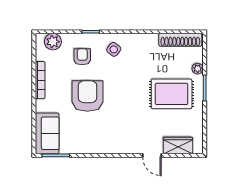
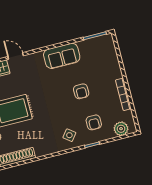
armchair: (87, 96) -> (81, 91), width x0.53, depth x0.53
sofa: (47, 133) -> (62, 56), moved, turned -90

